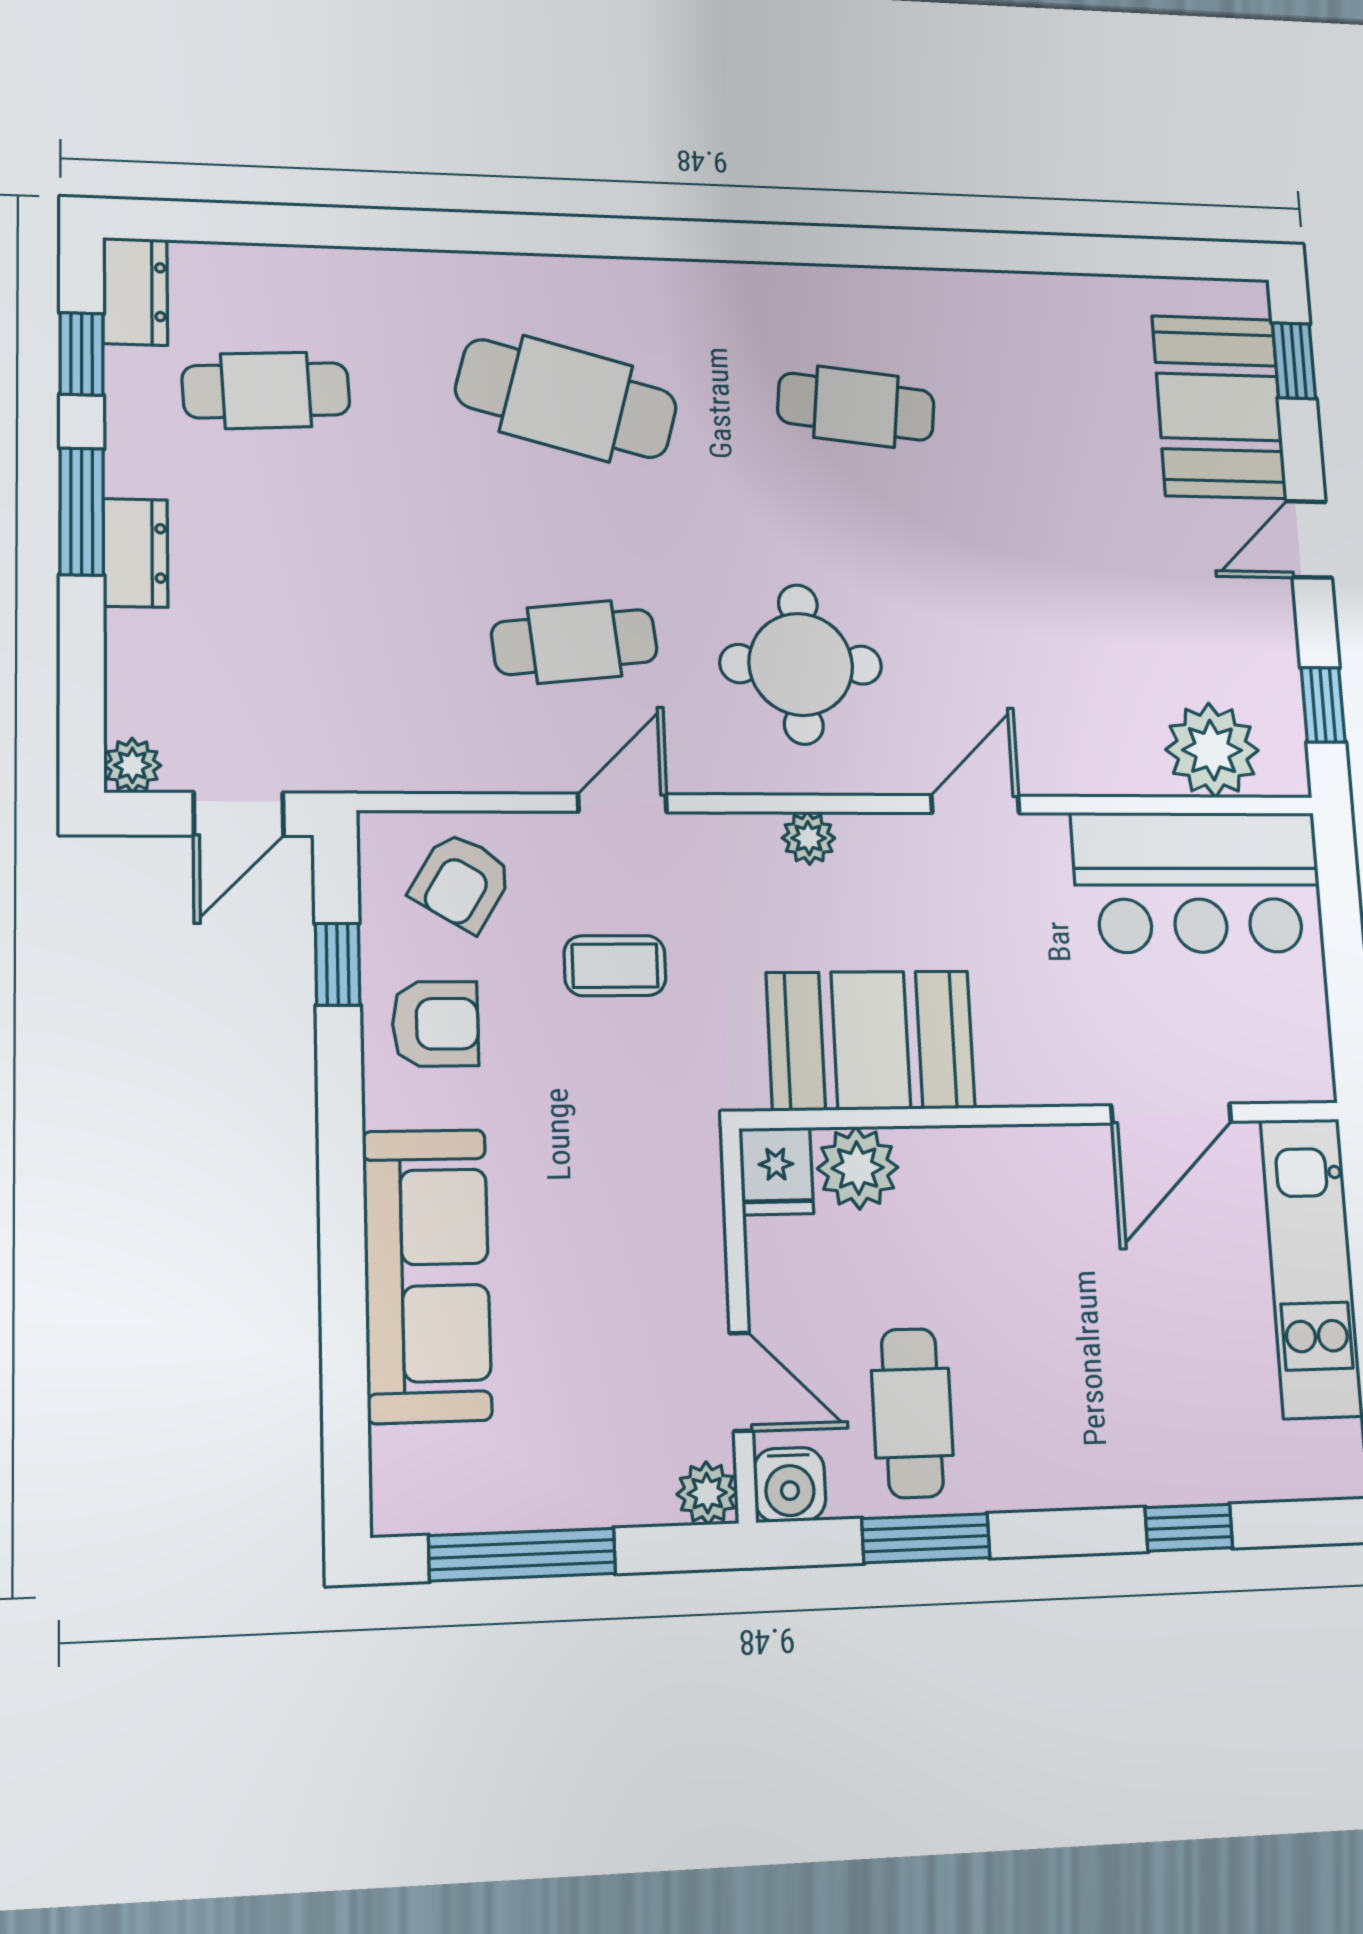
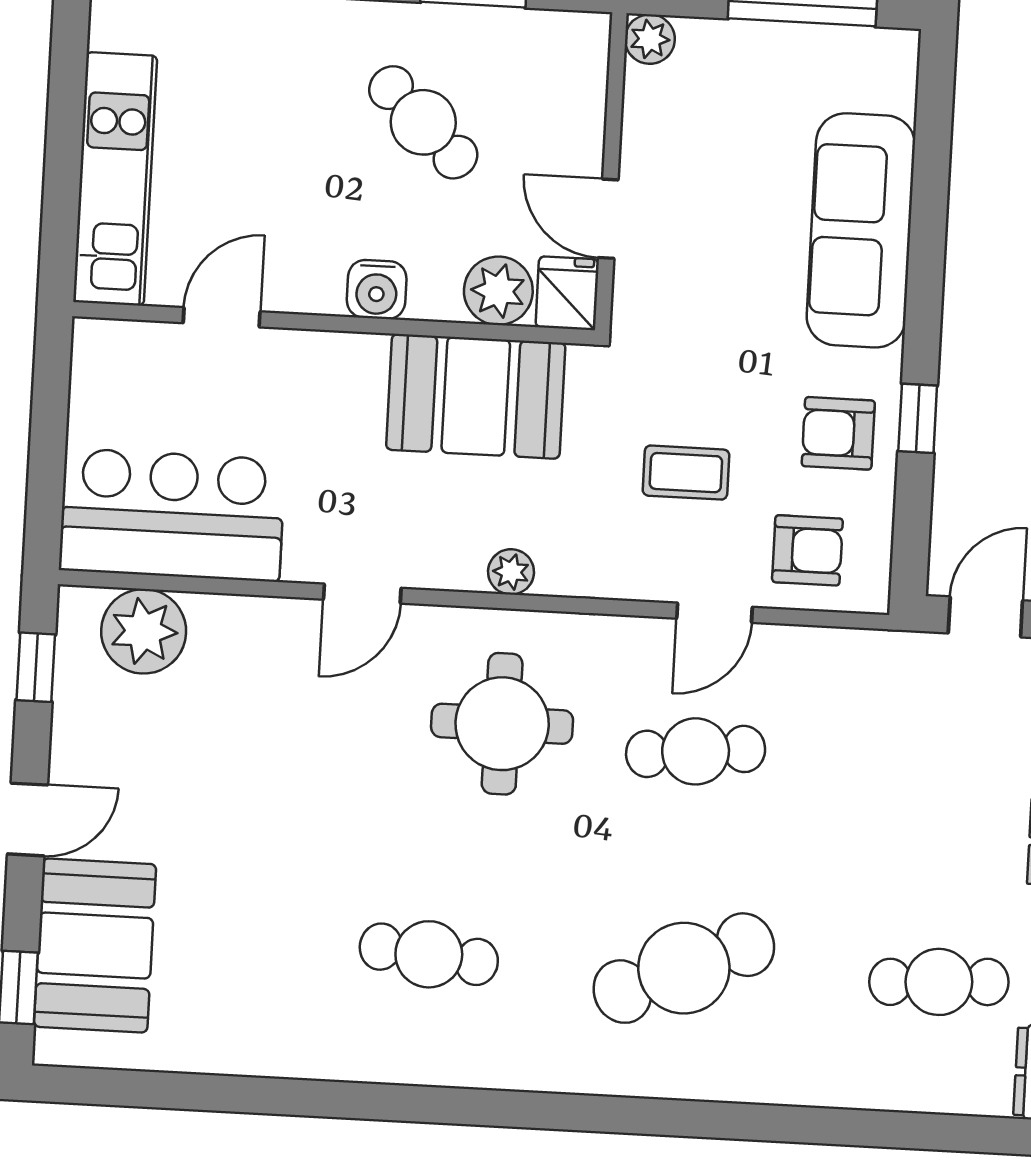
cafe table: (566, 399) -> (684, 968), turned -39
door: (622, 803) -> (714, 613), moved
armchair: (462, 882) -> (807, 550), turned 59
window: (338, 964) -> (918, 418), moved
door: (1171, 1114) -> (222, 317), width x0.73
door: (741, 1382) -> (608, 219), moved
cafe table: (912, 1413) -> (423, 122), moved, turned -46
water cooler: (790, 1485) -> (377, 289), moved, turned 180

